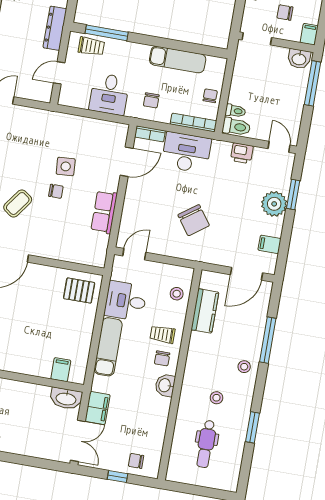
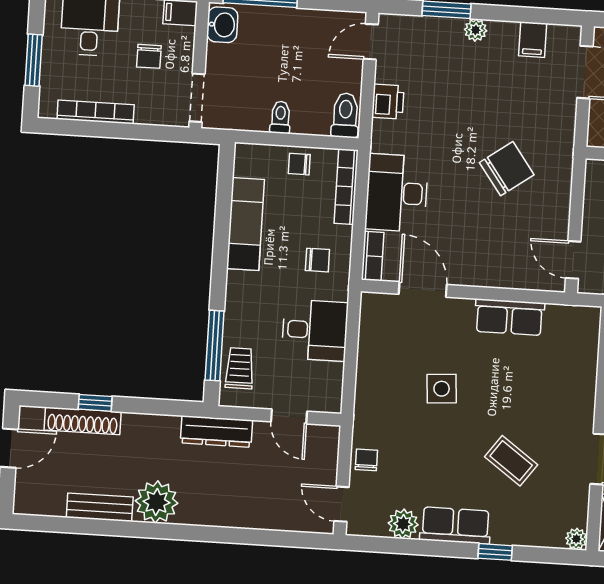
toilet: (235, 111) -> (280, 117), moved
chair: (56, 191) -> (366, 460), moved
plant: (274, 204) -> (476, 30), width x0.53, depth x0.53

